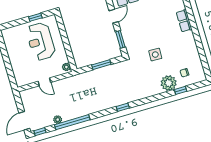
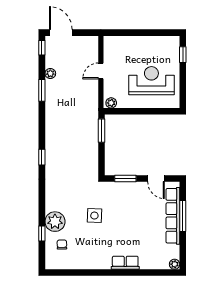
window: (35, 17) -> (183, 55), moved
window: (101, 65) -> (102, 131), moved
window: (72, 122) -> (42, 90), width x0.47

